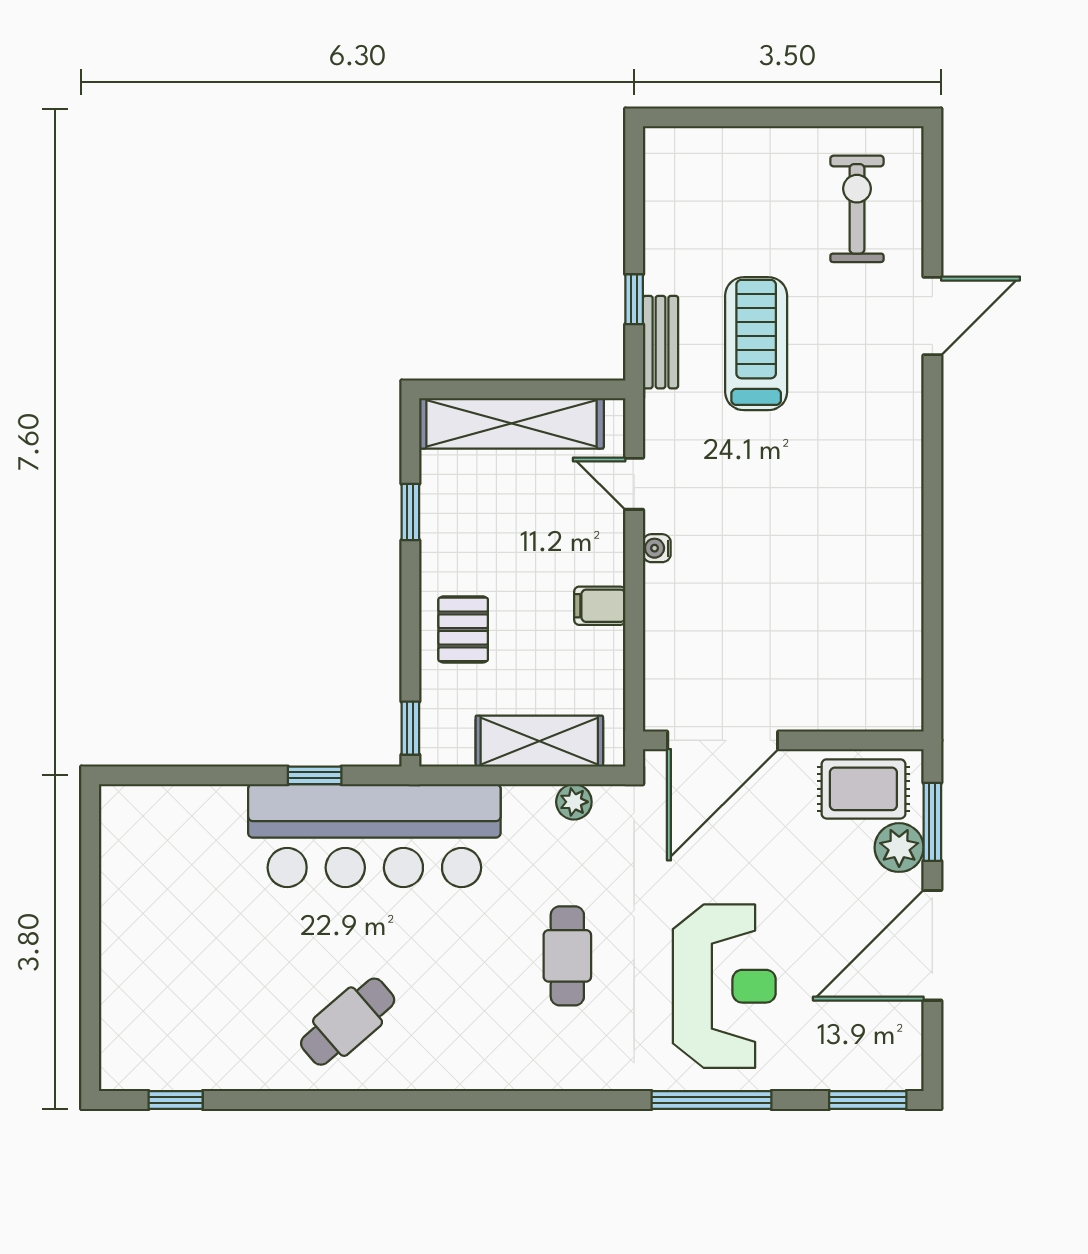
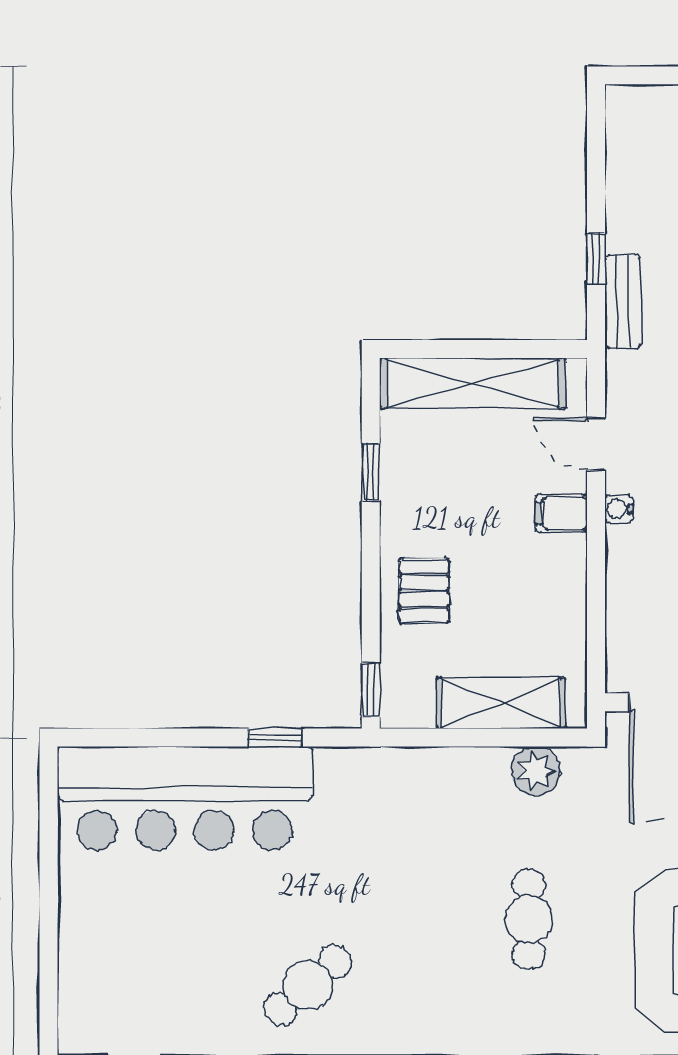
filing cabinet: (600, 606) -> (561, 513), moved
plant: (574, 802) -> (535, 771), width x1.38, depth x1.38
bar counter: (374, 836) -> (185, 798), moved

